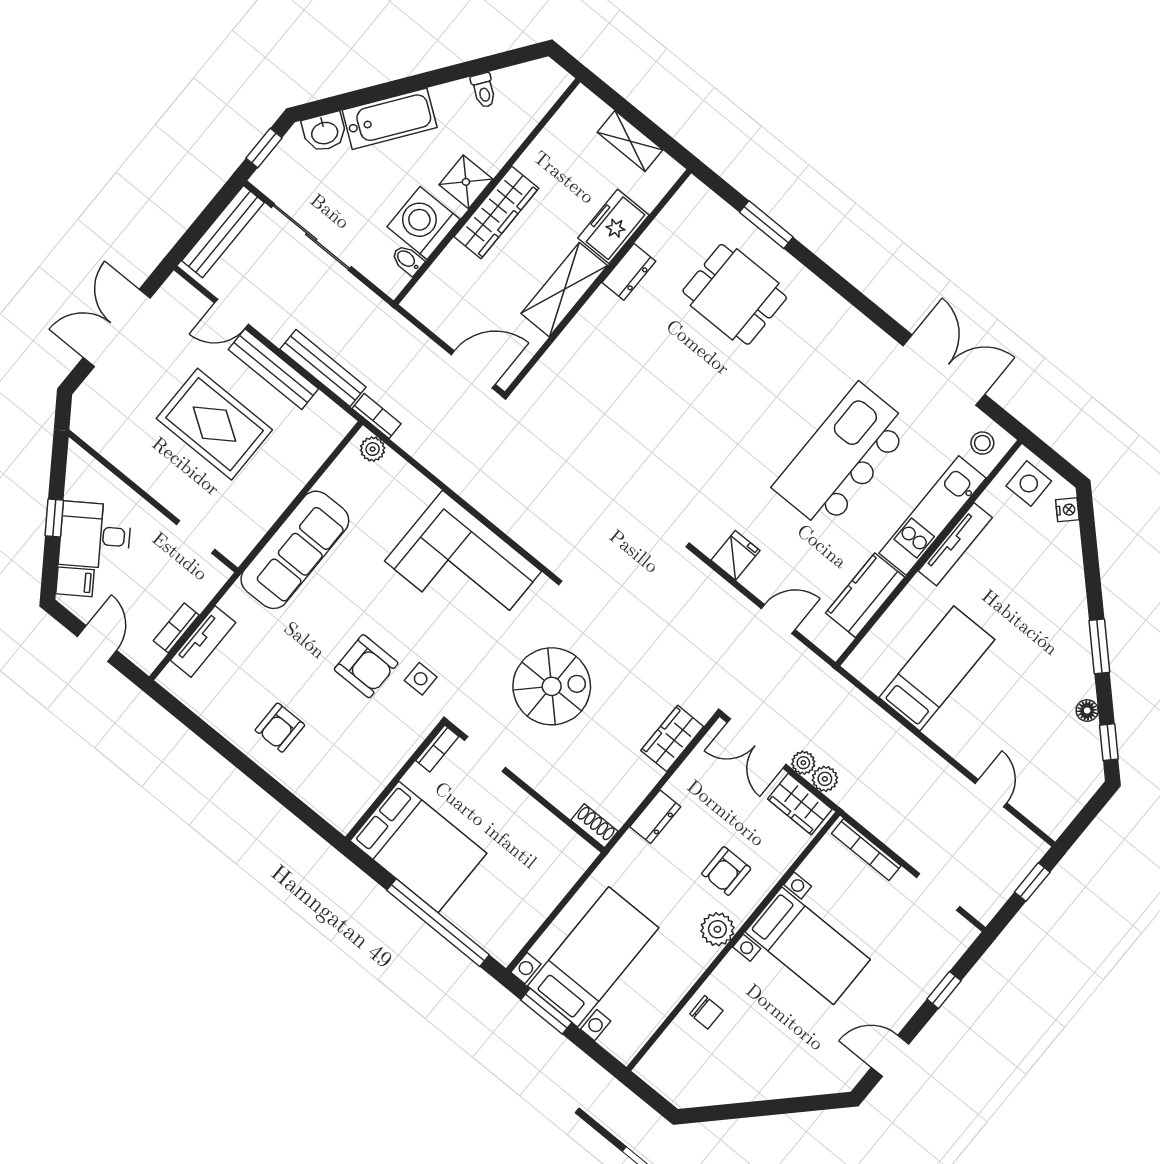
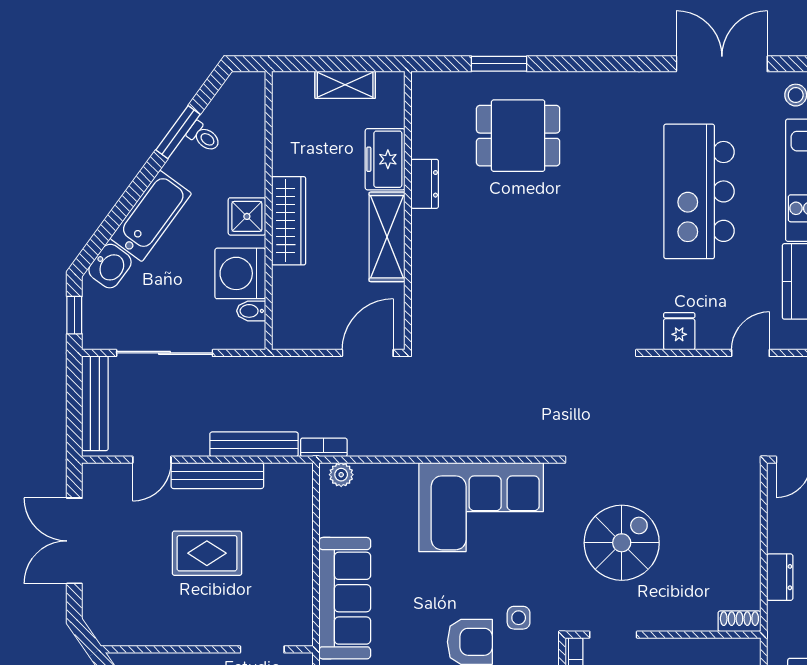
window: (466, 70) -> (178, 132), added
rug: (214, 424) -> (207, 553), width x0.73, depth x0.70
wardrobe: (672, 738) -> (744, 508), removed

